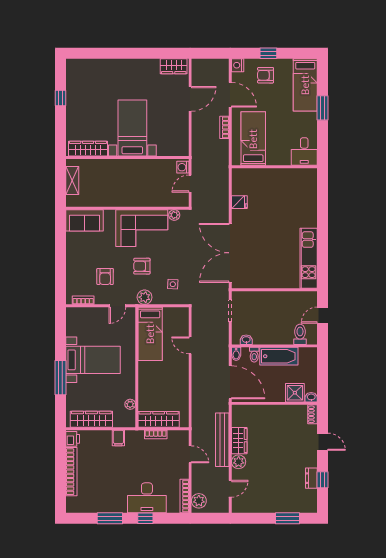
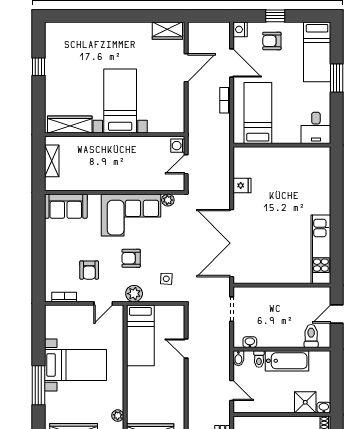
door: (230, 382) -> (232, 390), width x0.53

